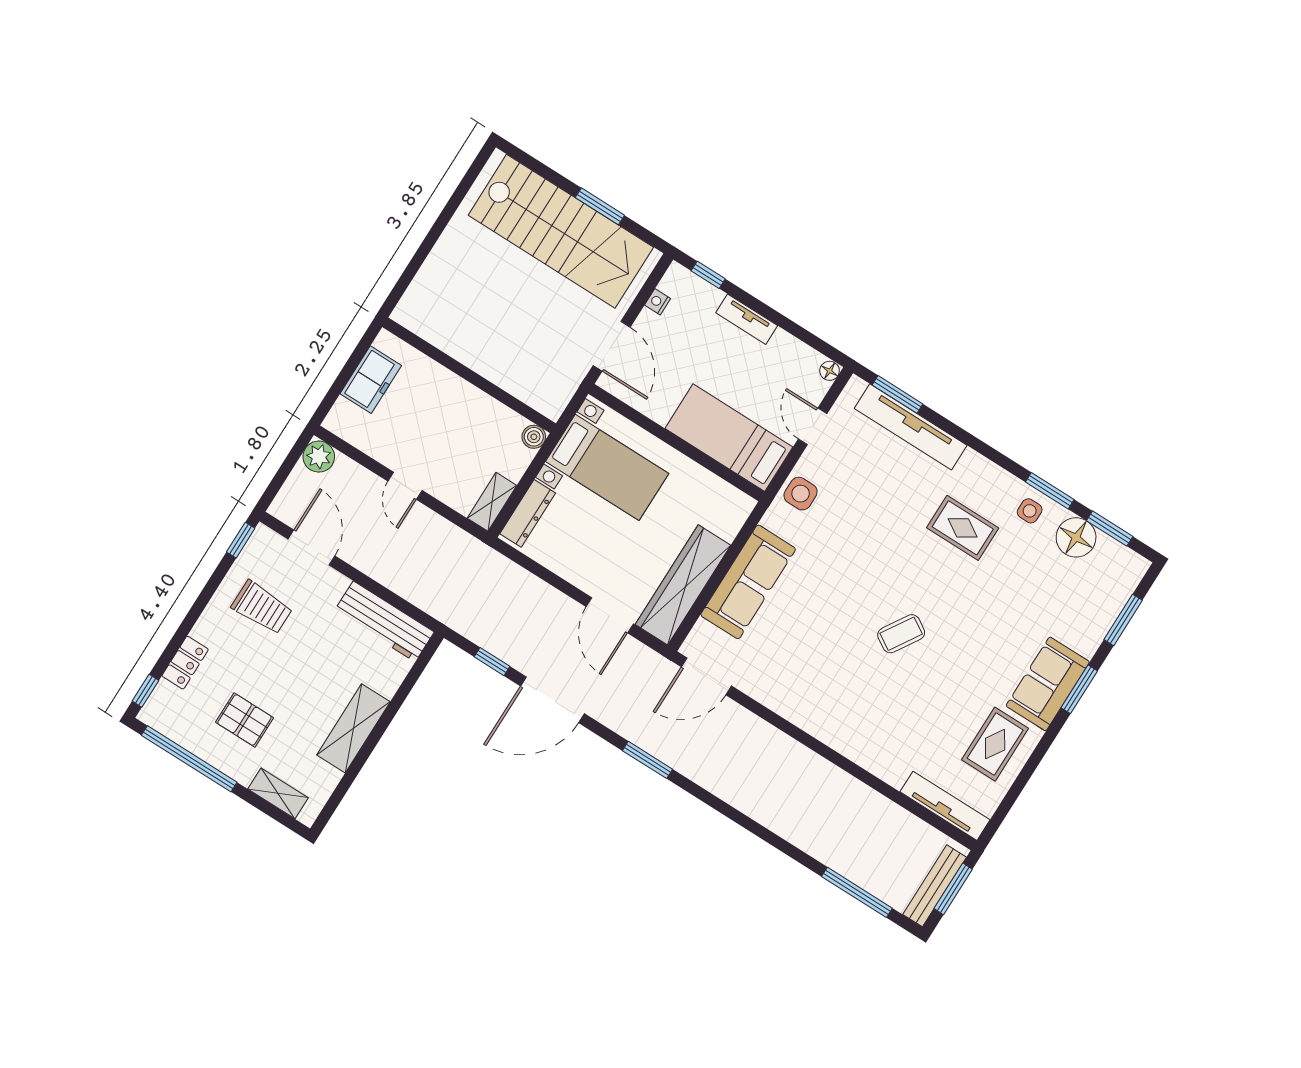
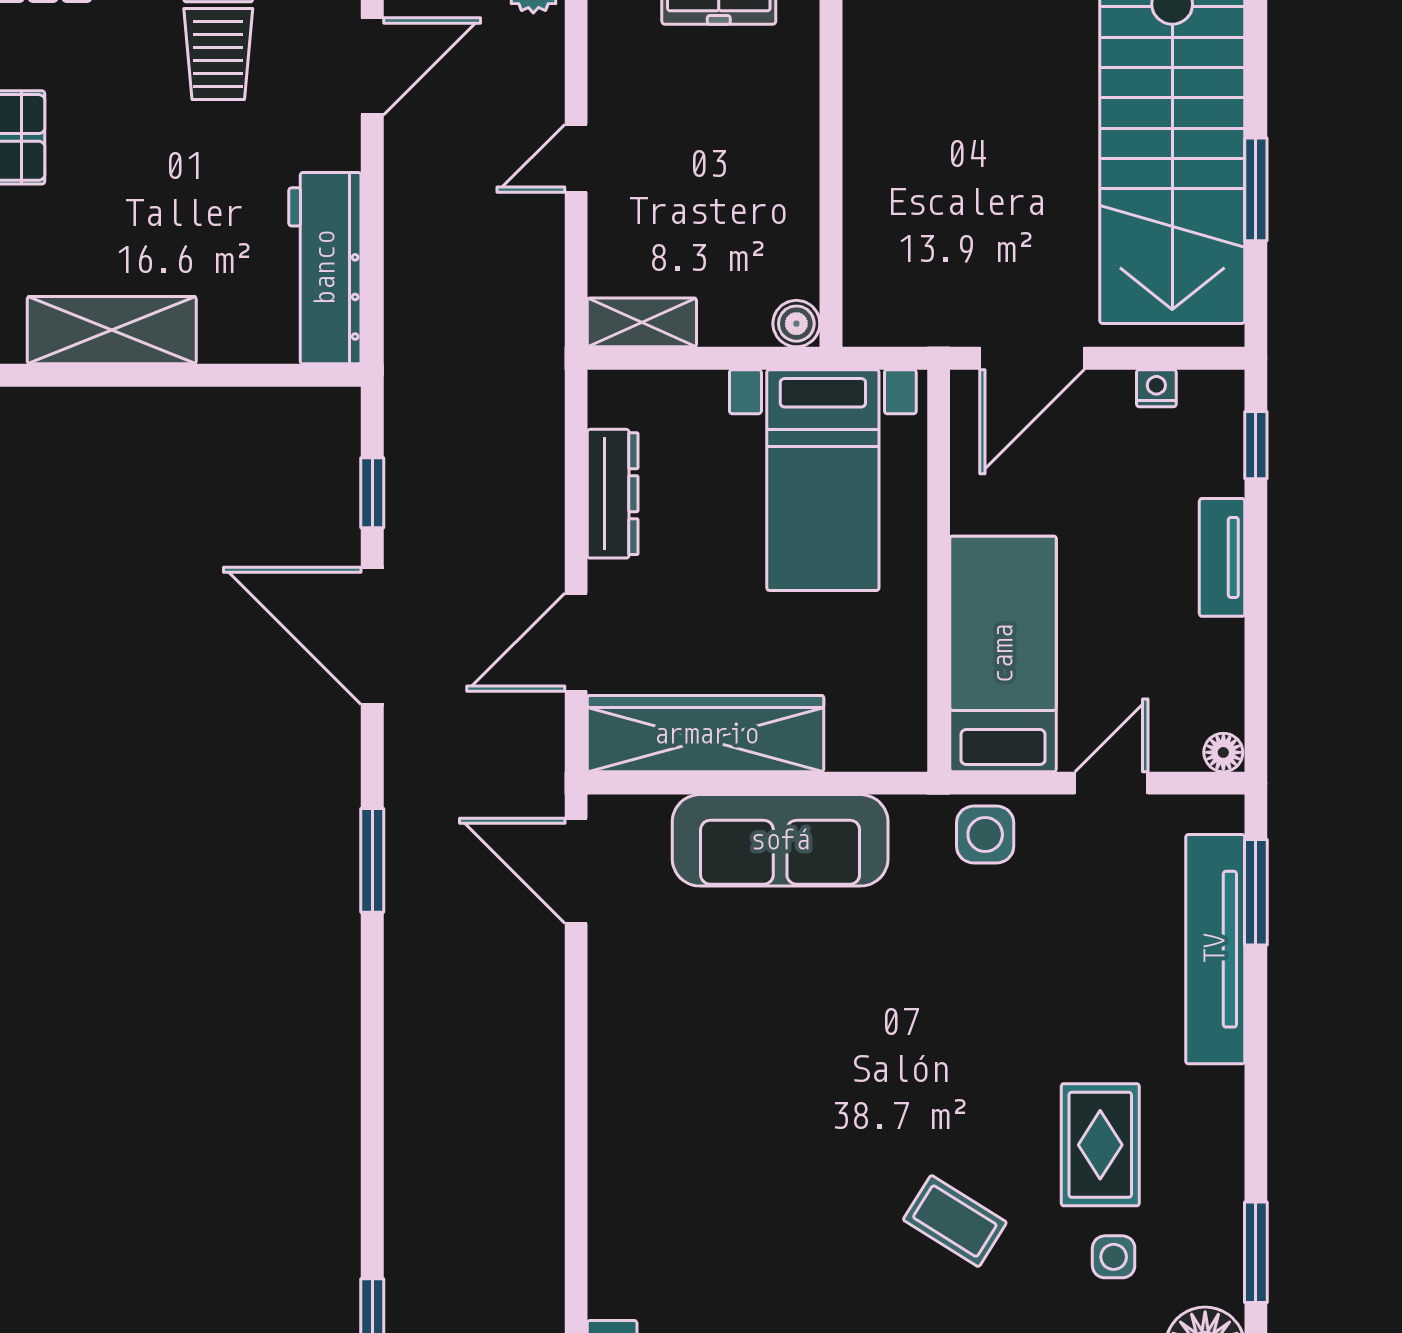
side table: (1030, 511) -> (1114, 1257), moved
dresser: (528, 513) -> (613, 494), moved, turned -90
coffee table: (901, 634) -> (955, 1221), moved

